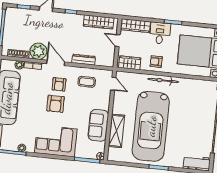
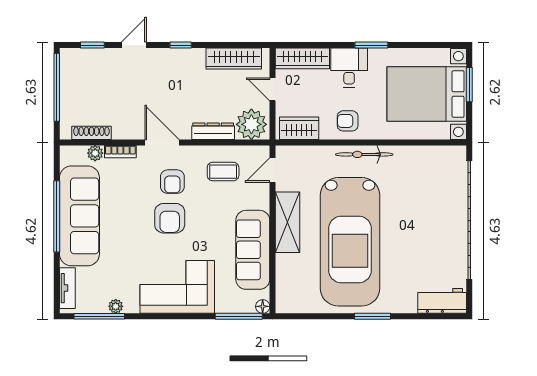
plant: (38, 51) -> (251, 124), moved
door: (113, 84) -> (272, 170), swing flipped
sofa: (98, 125) -> (253, 250), width x1.36
shelving: (116, 131) -> (287, 222), moved

